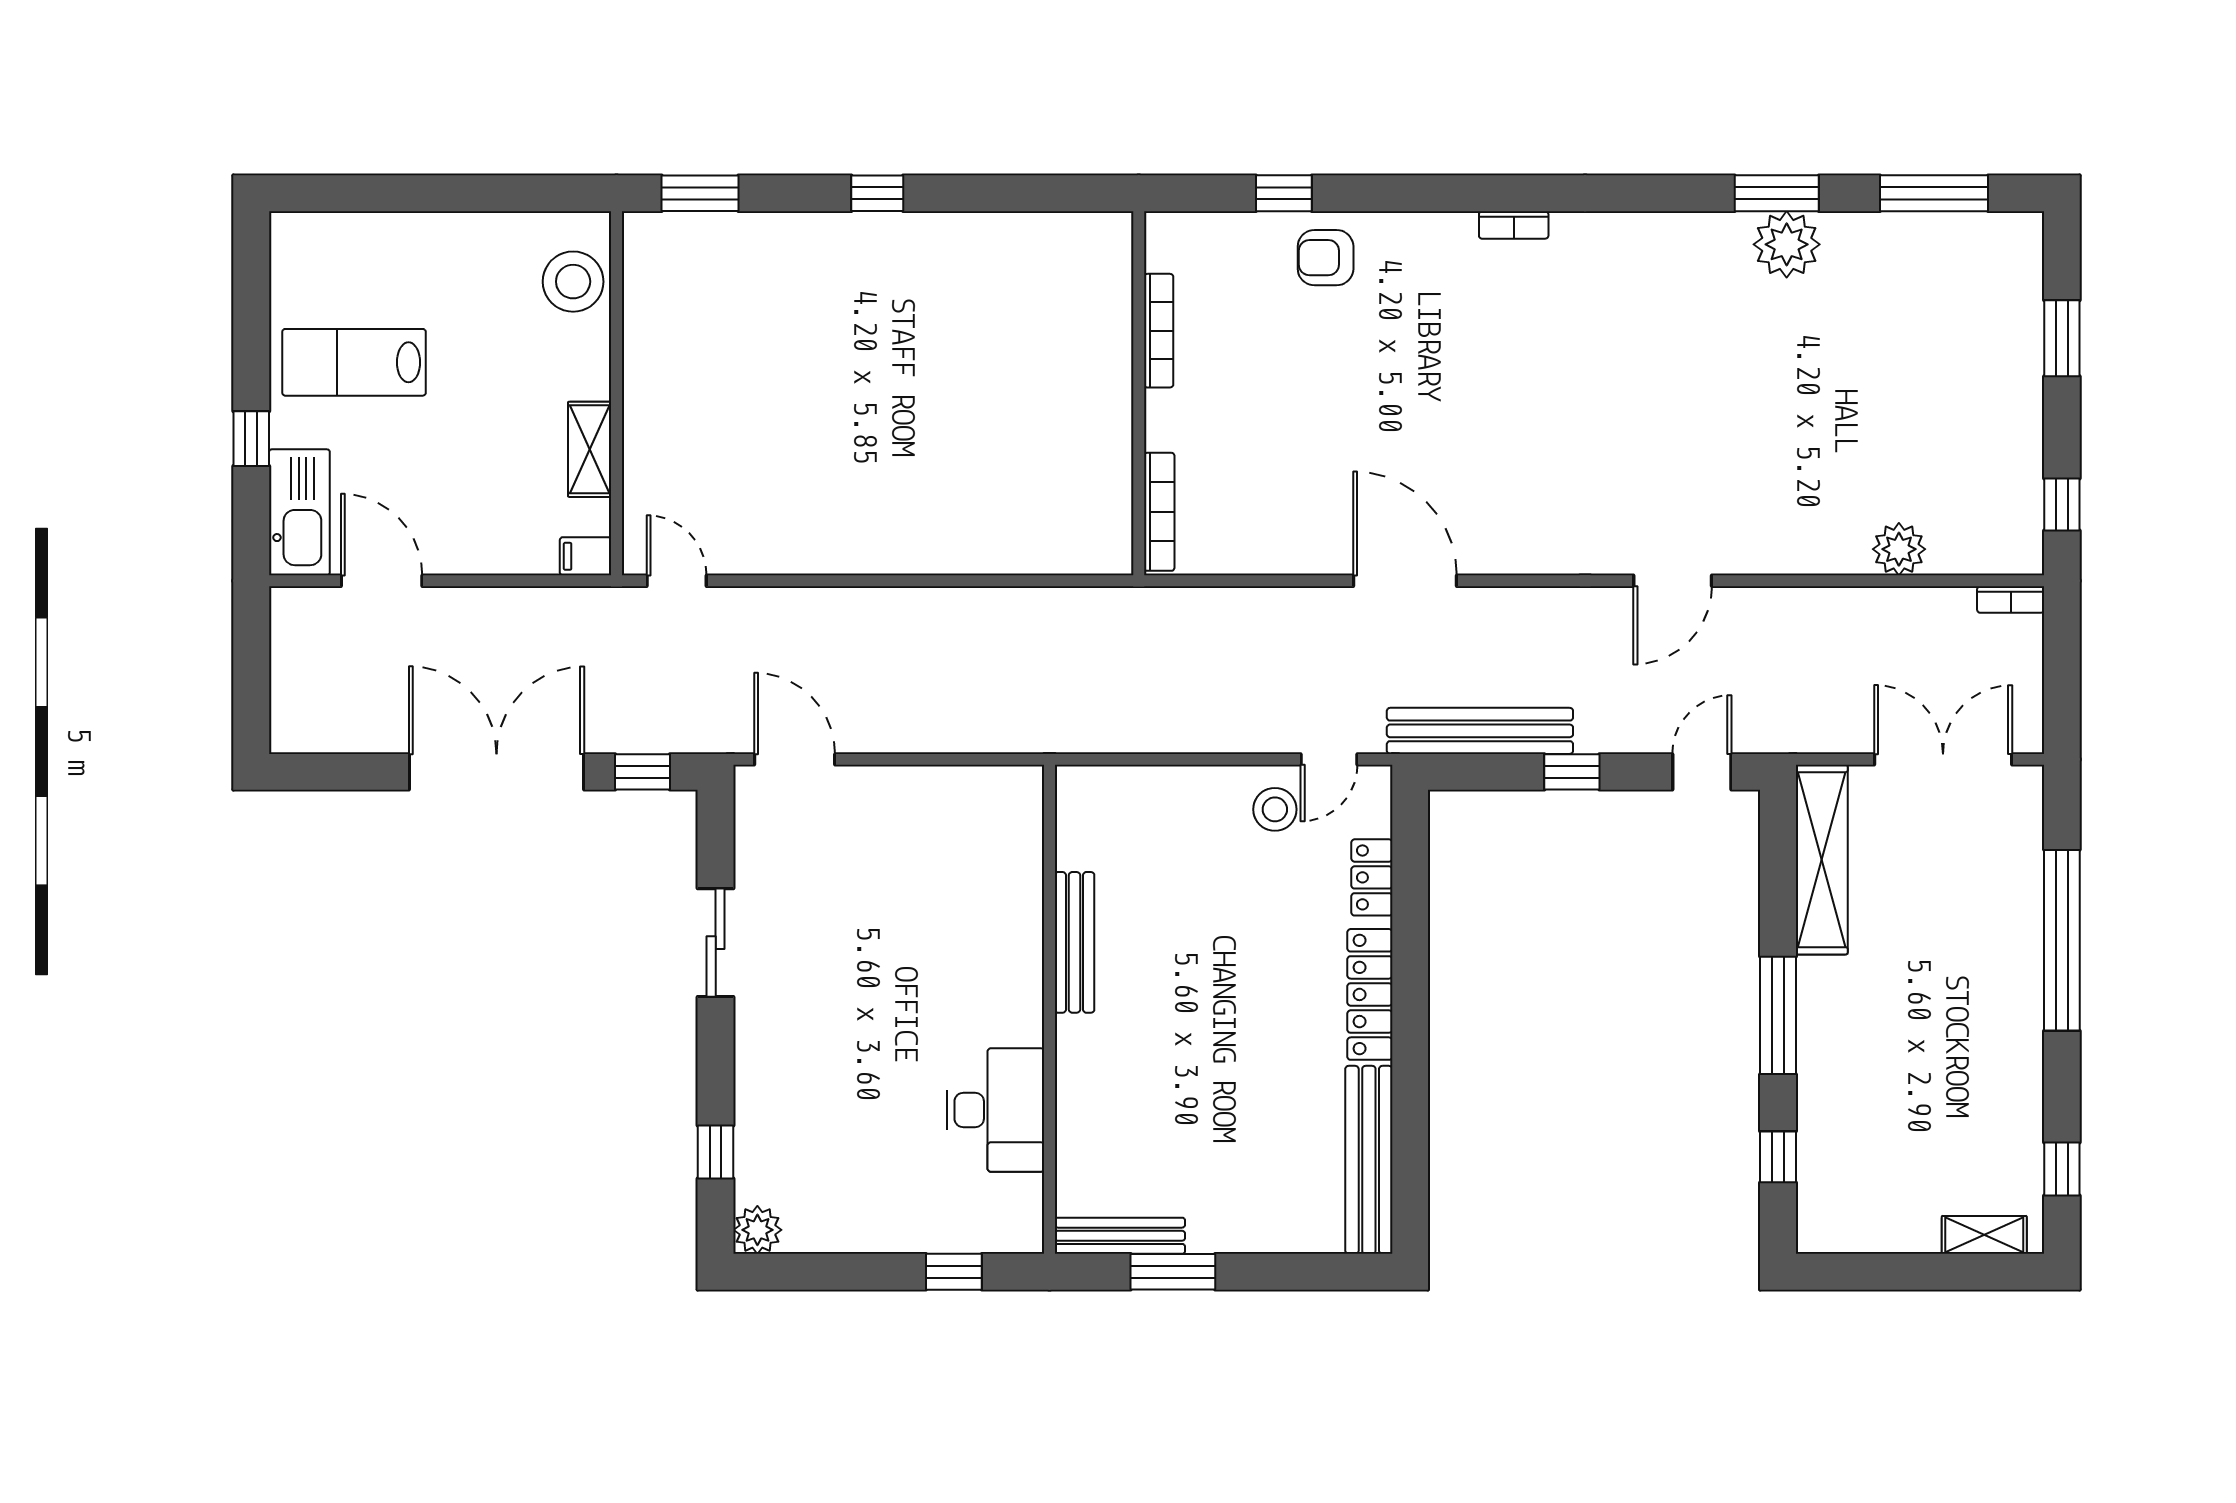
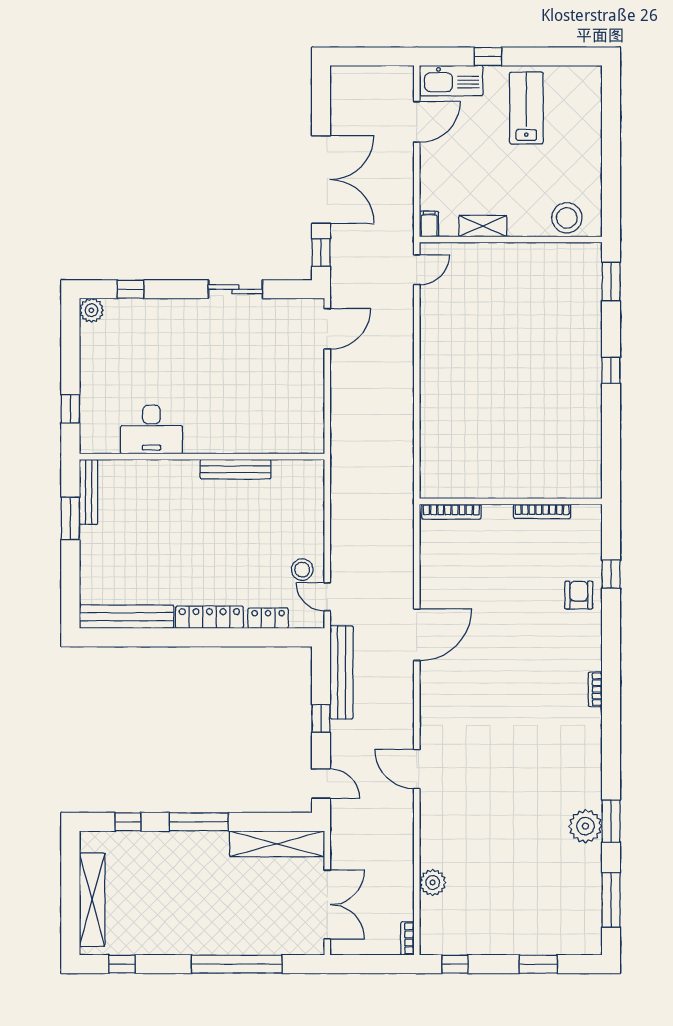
shelving: (1984, 1235) -> (92, 900), width x2.20, depth x1.33

